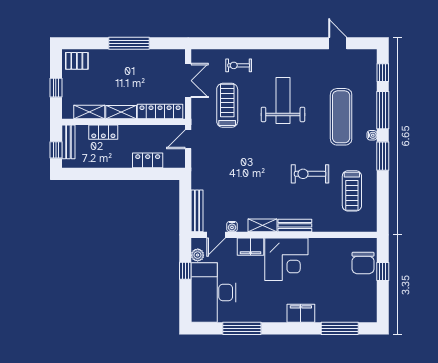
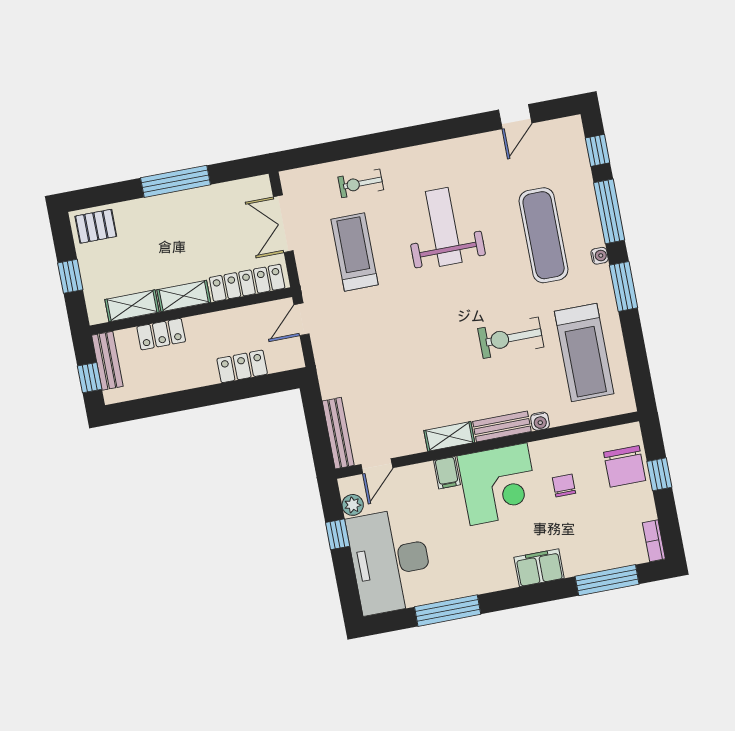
door: (338, 43) -> (515, 117), swing flipped
double door: (188, 81) -> (283, 224), swing flipped
treadmill: (352, 191) -> (584, 352), width x1.37, depth x1.38
water cooler: (232, 227) -> (540, 421), moved
filing cabinet: (250, 247) -> (447, 473), width x0.50
chair: (325, 267) -> (564, 485), added
bookcase: (372, 310) -> (654, 541), added

